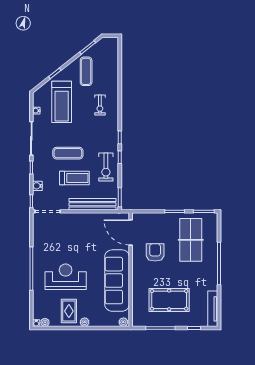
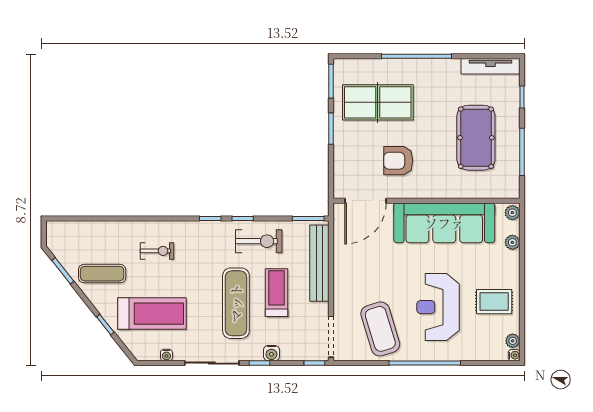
exercise mat: (68, 153) -> (236, 303), width x1.36, depth x1.45
water cooler: (37, 186) -> (271, 353), moved
coffee table: (52, 241) -> (380, 329), added
plant: (85, 322) -> (512, 242), moved

